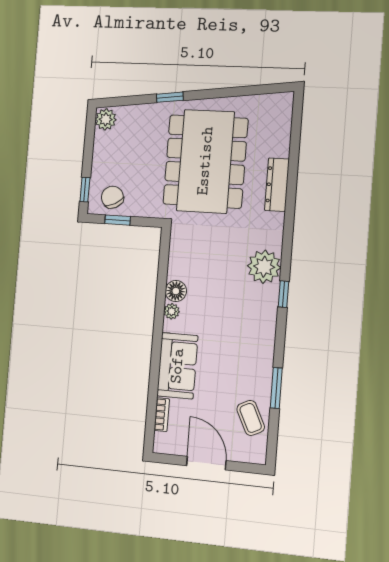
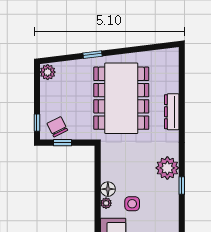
side table: (209, 315) -> (132, 204), added

